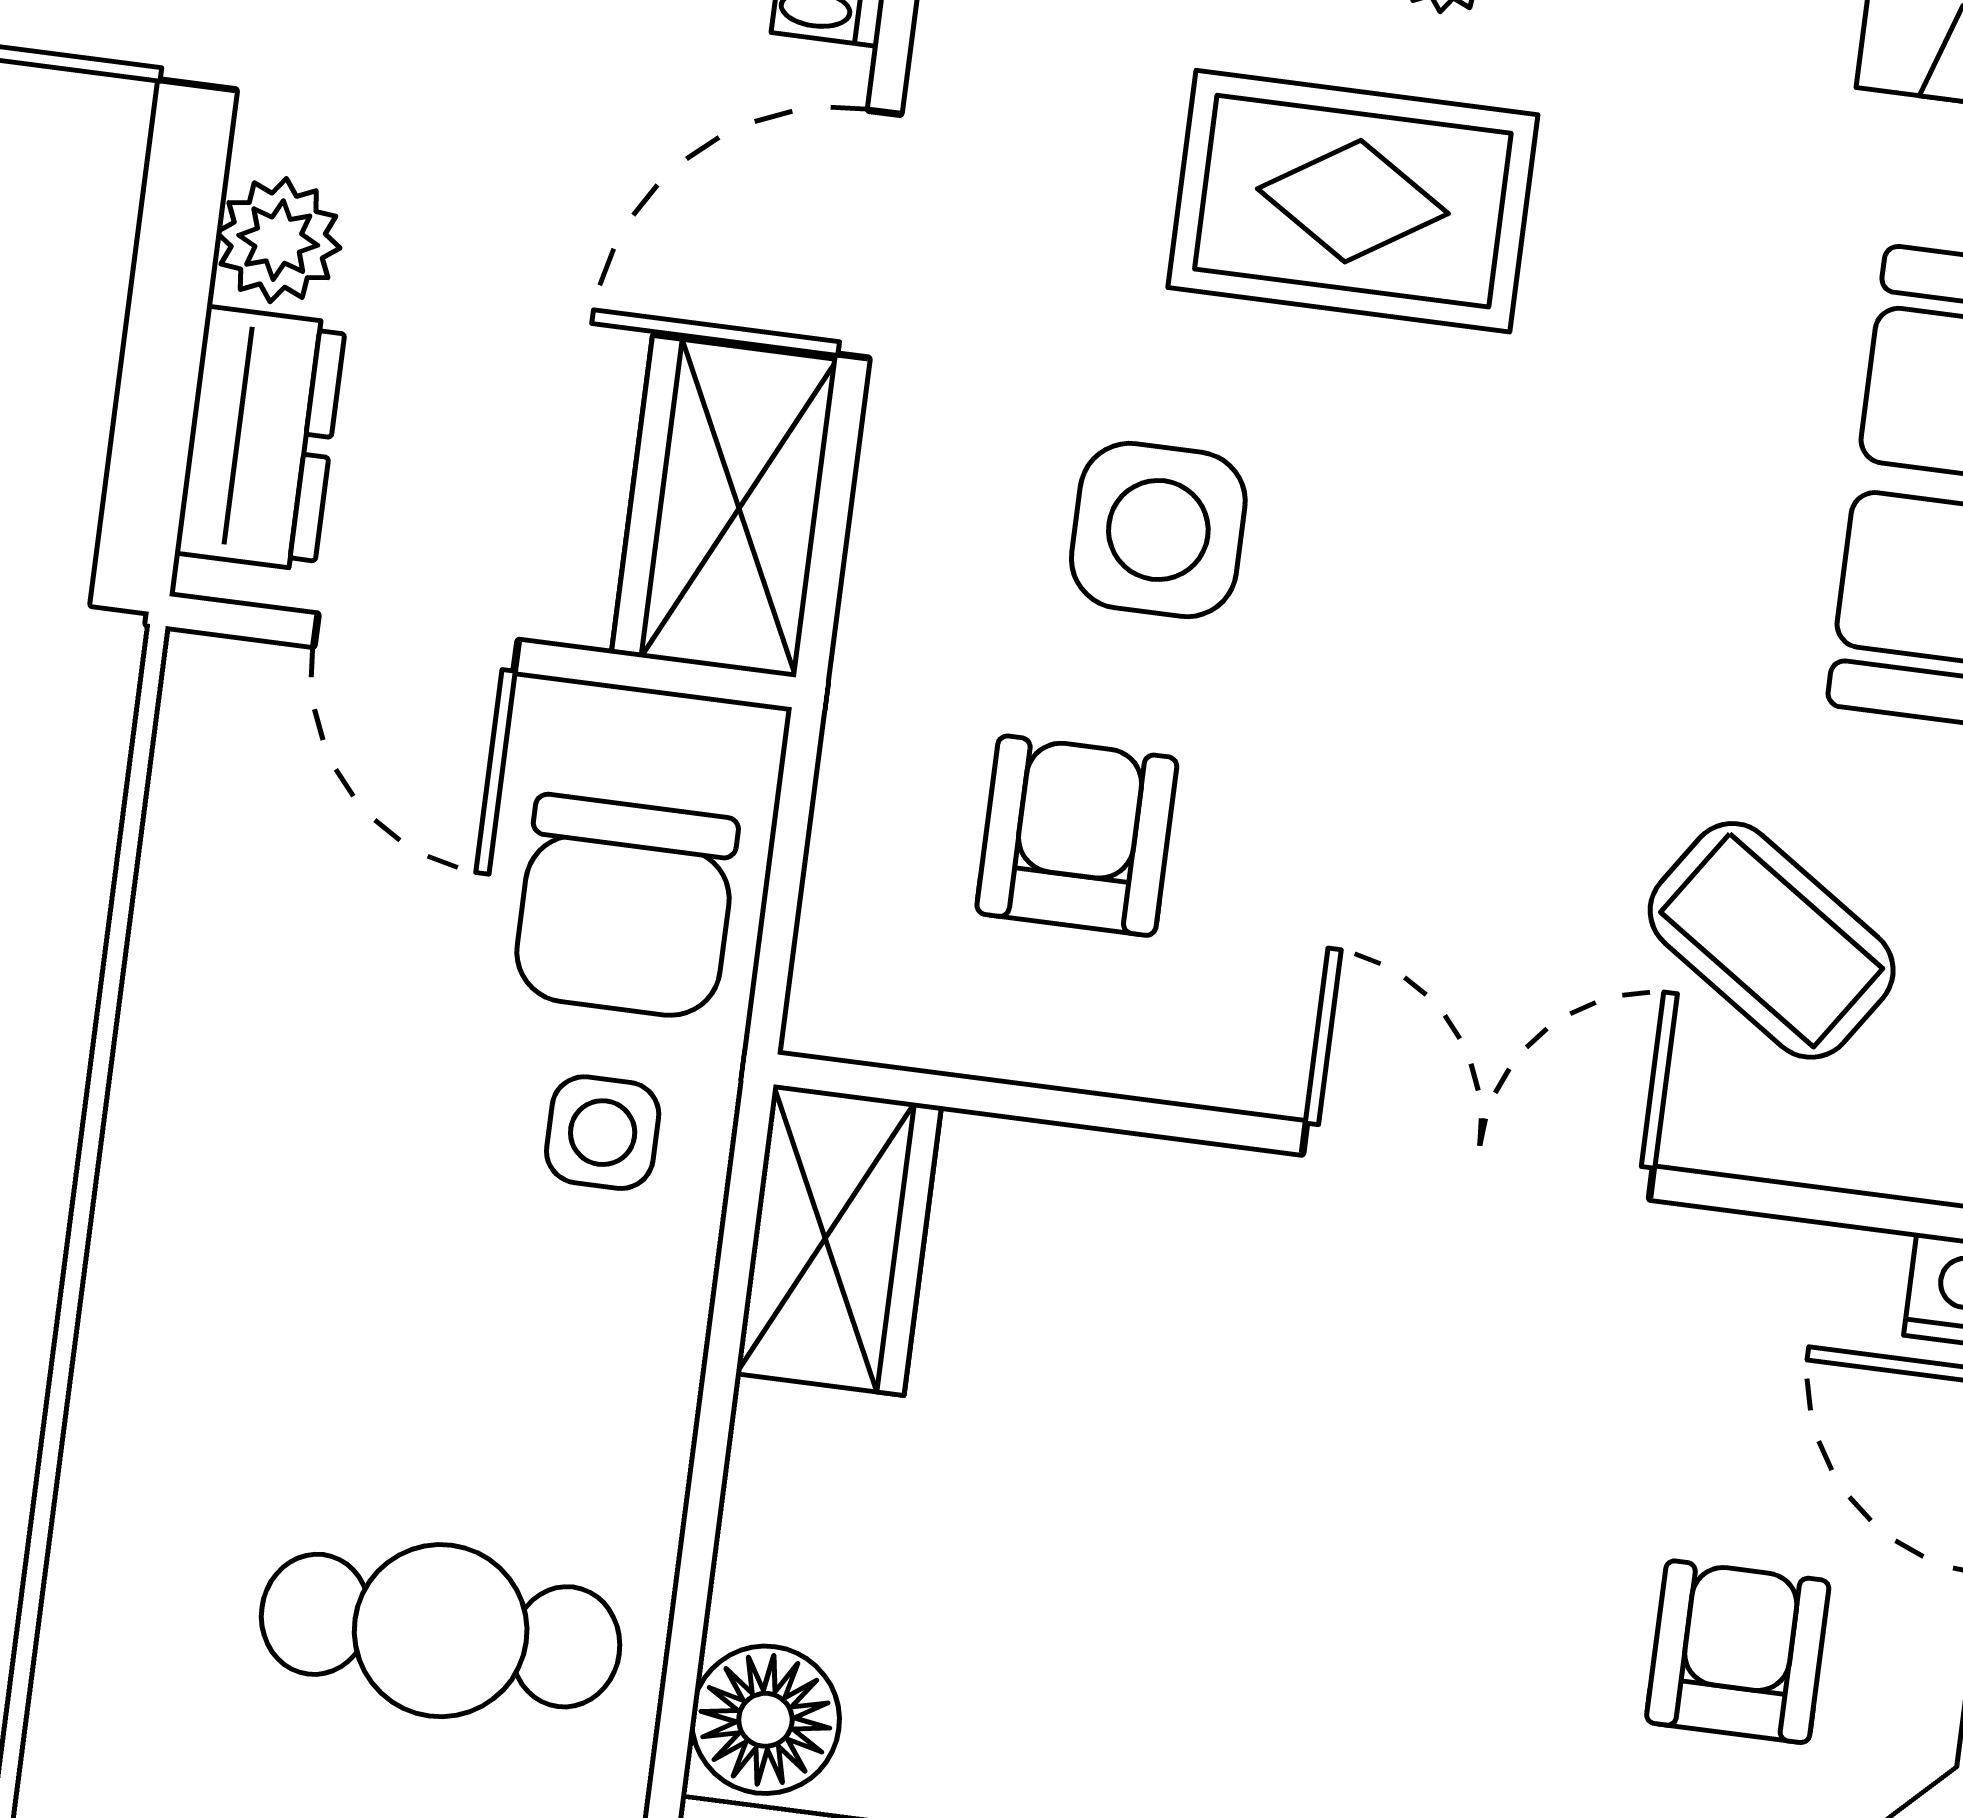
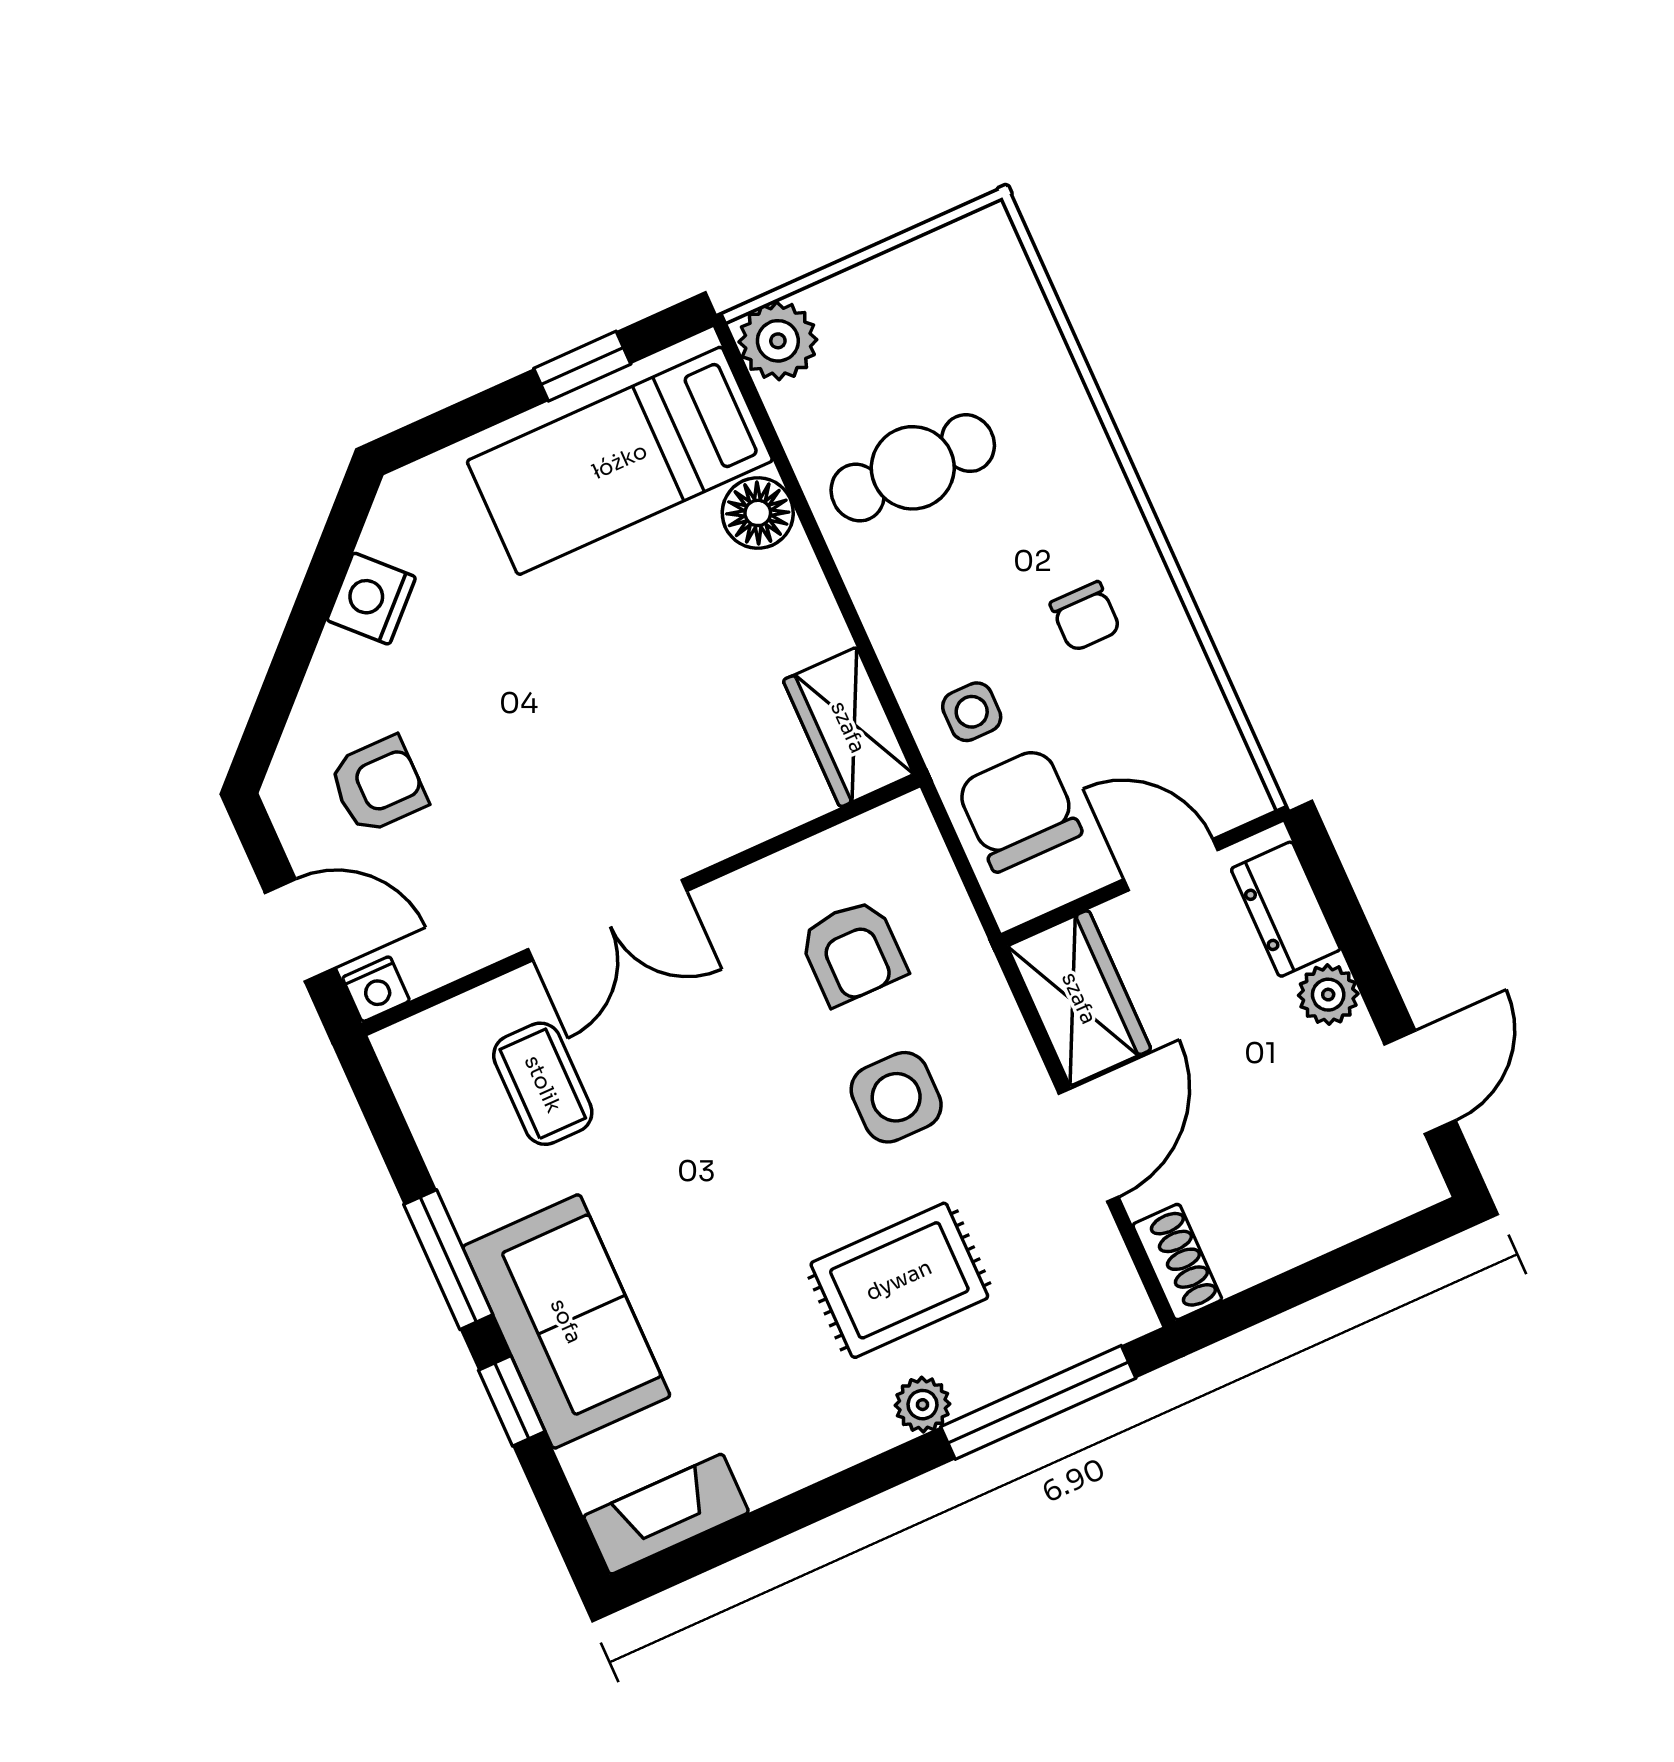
coffee table: (1772, 940) -> (543, 1084), turned 56
chair: (297, 1178) -> (1085, 617), added
armchair: (1738, 1652) -> (378, 785), turned -90

